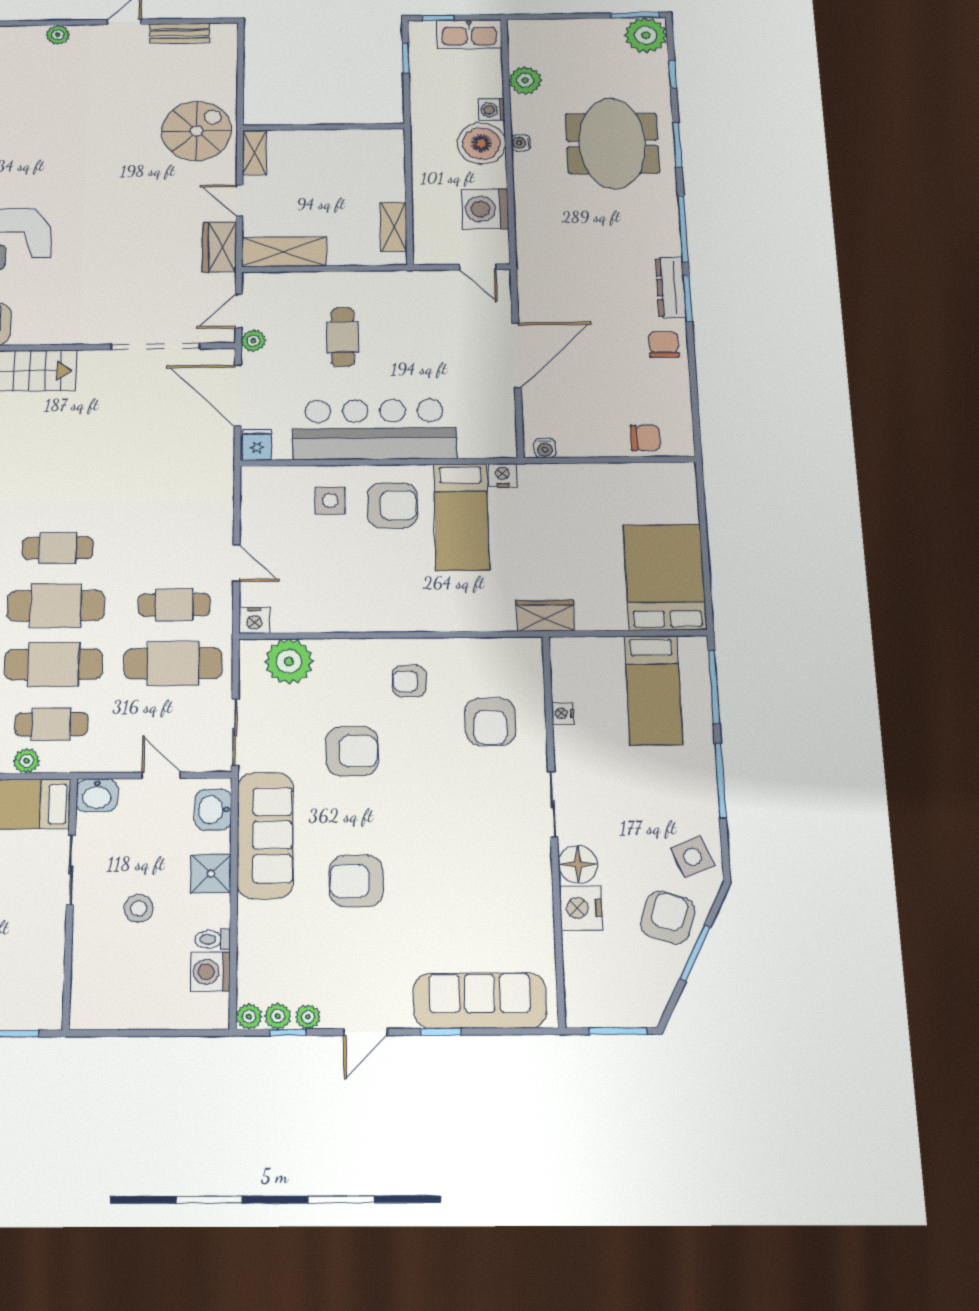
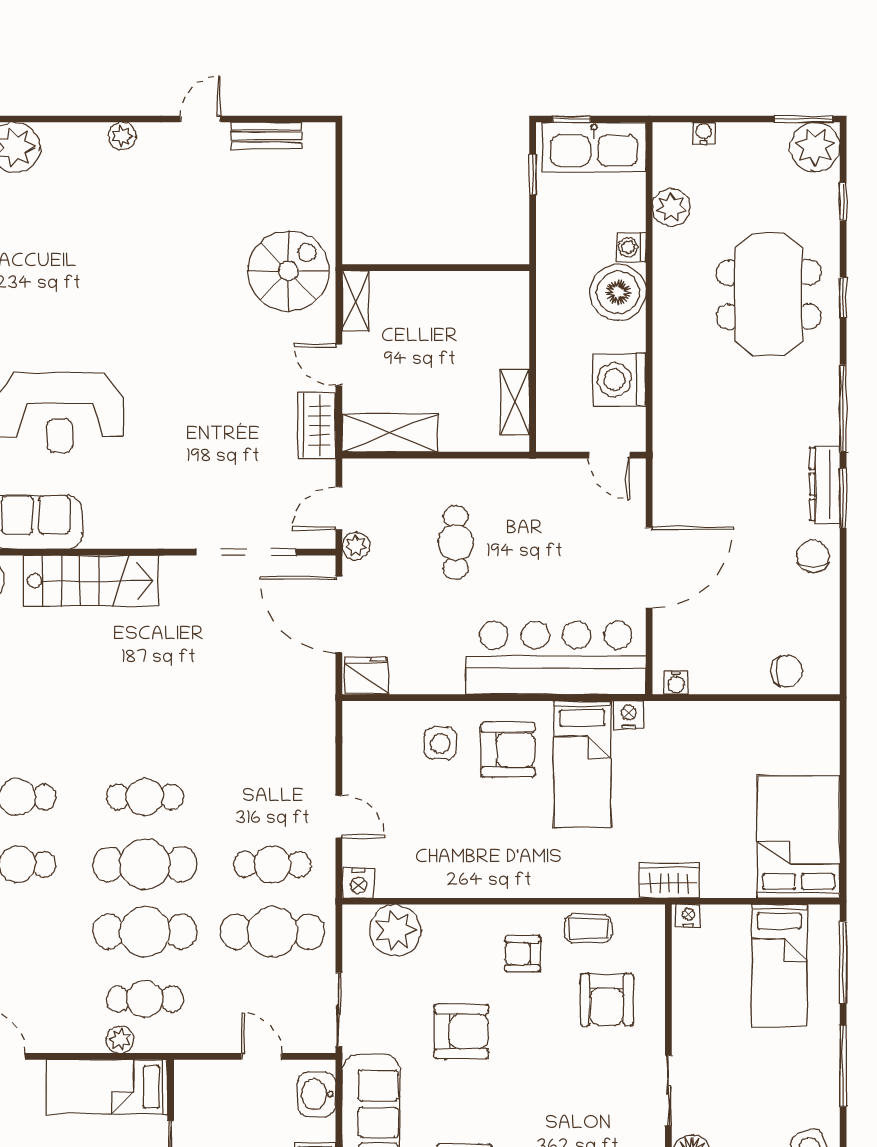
kitchen sink: (469, 34) -> (594, 147), width x1.36, depth x1.24
water cooler: (521, 143) -> (704, 133), moved, turned 90
window: (677, 145) -> (843, 298), width x0.67
bar counter: (374, 429) -> (556, 658), moved
fridge: (257, 445) -> (366, 675), width x1.38
coffee table: (471, 658) -> (588, 928), added
nightstand: (563, 713) -> (688, 916), moved, turned 90
washbasin: (97, 795) -> (195, 1078), removed

